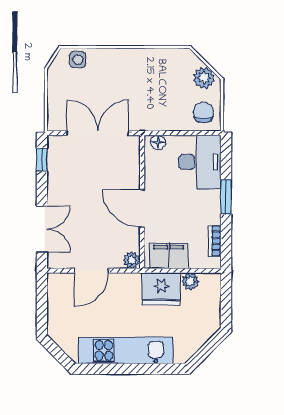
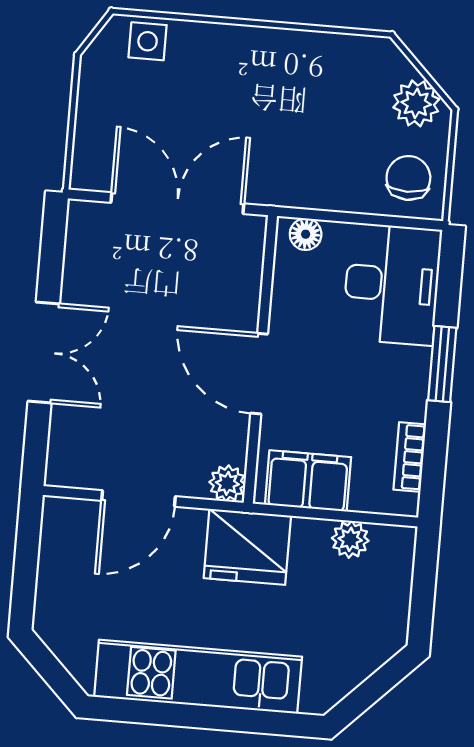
window: (42, 159) -> (52, 250), removed
double door: (42, 229) -> (44, 353), moved
fridge: (161, 289) -> (247, 547), moved

